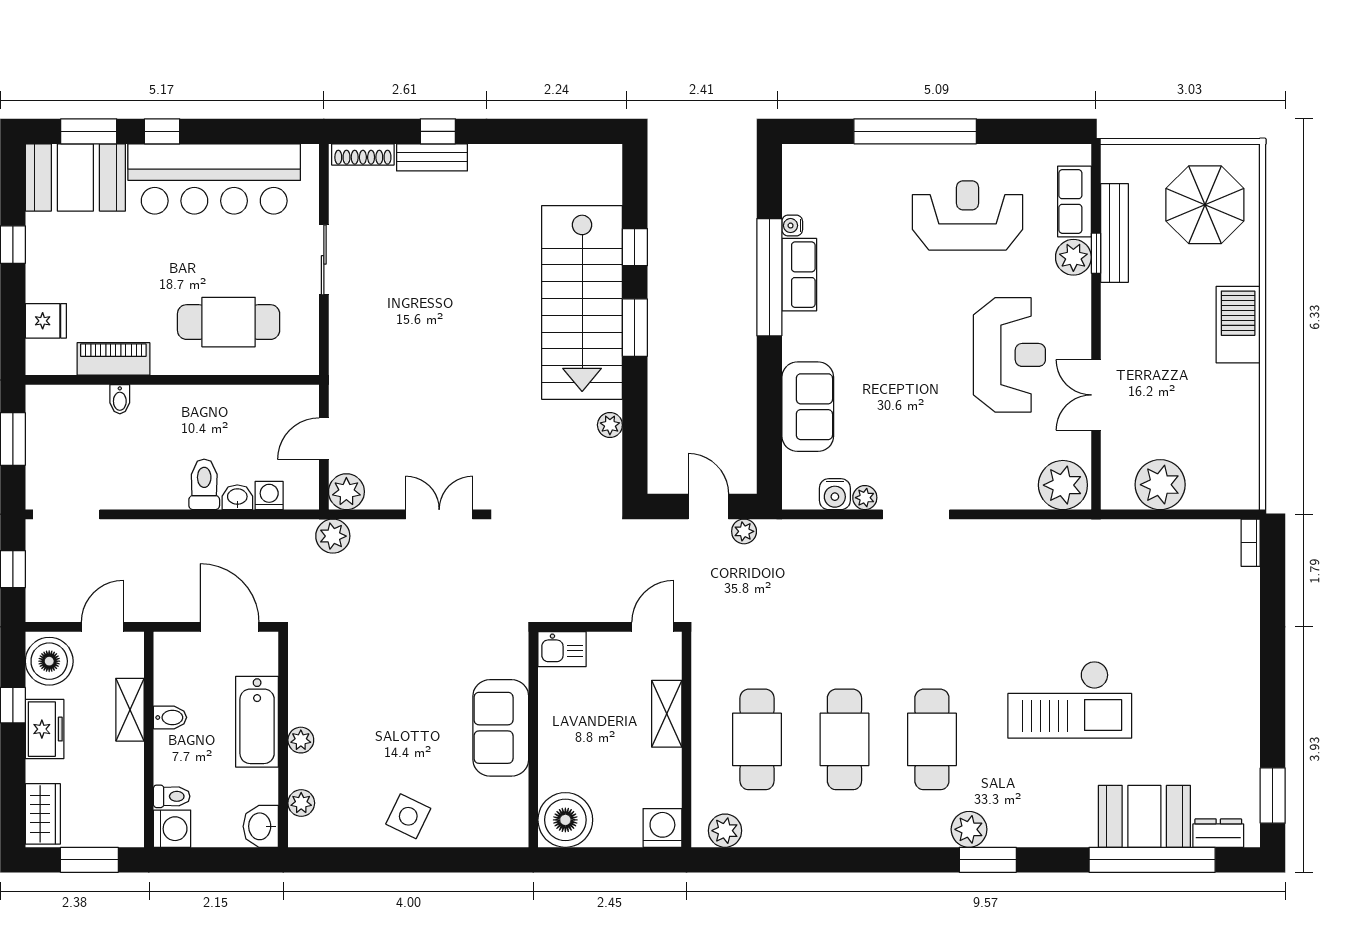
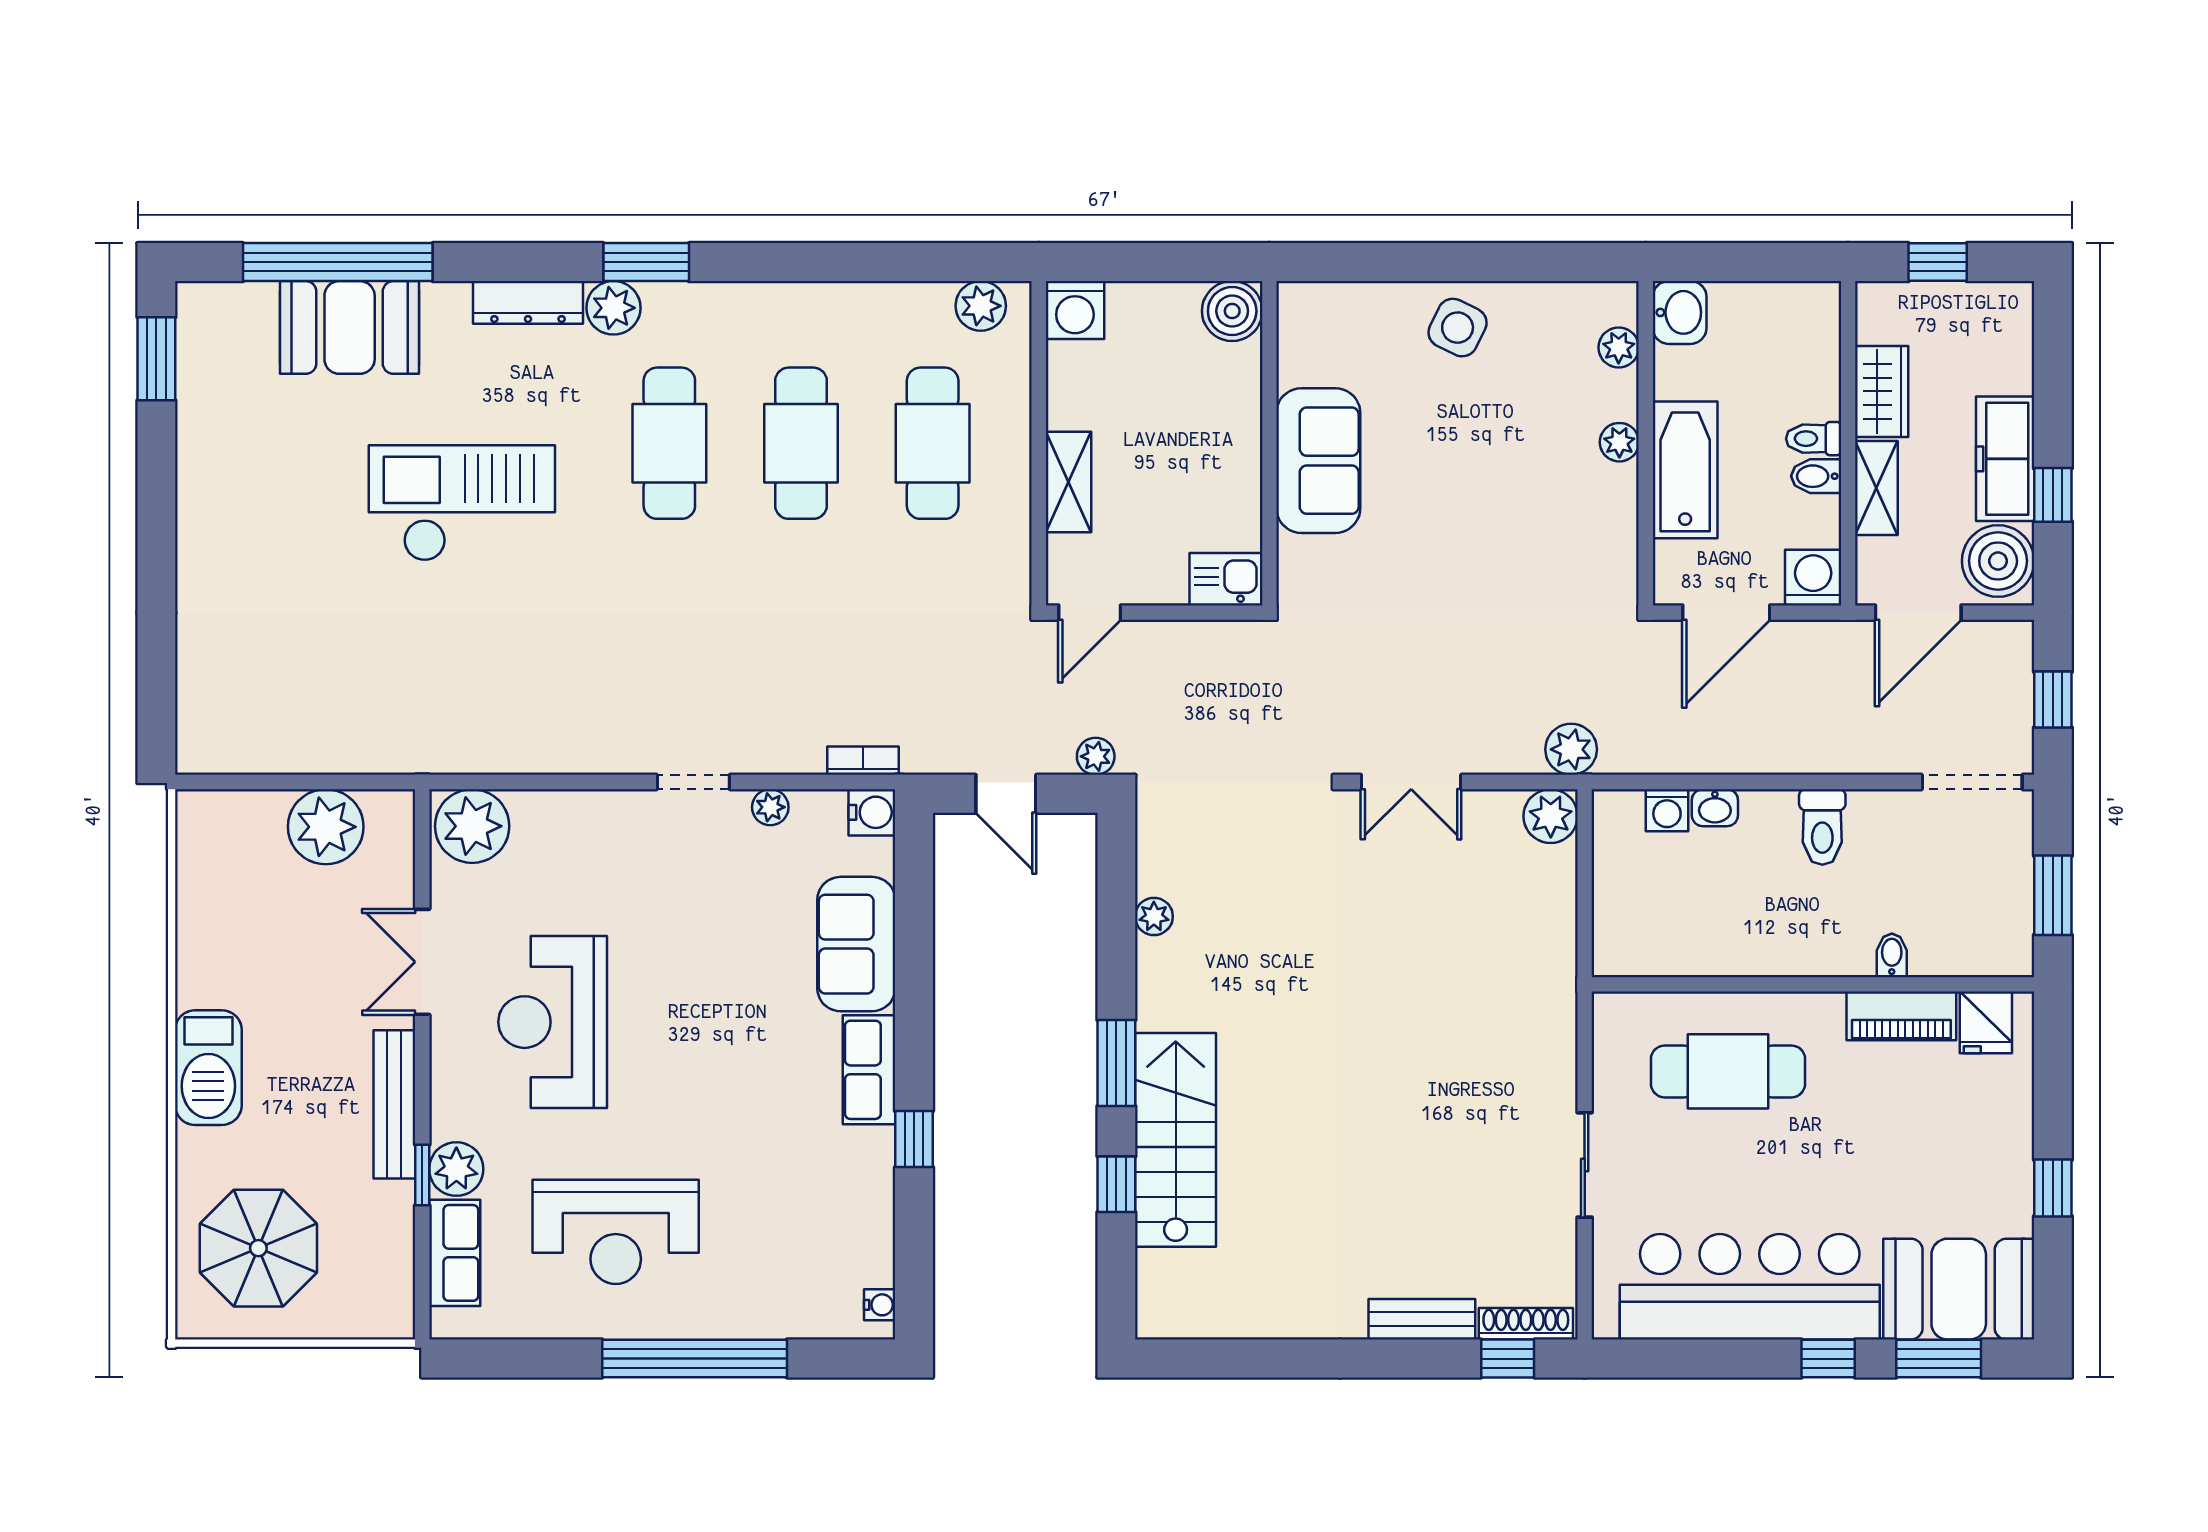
window: (438, 131) -> (1508, 1359), moved
water cooler: (792, 226) -> (880, 1305), moved
bench: (1115, 233) -> (394, 1104), moved
row of seats: (799, 275) -> (869, 1070), moved
window: (769, 277) -> (914, 1139), width x0.32
stairs: (582, 302) -> (1176, 1140), width x0.73, depth x0.66
fridge: (46, 321) -> (1986, 1022), moved, turned -90
double door: (1096, 395) -> (422, 962), swing flipped
door: (324, 439) -> (1585, 896), removed
toilet: (204, 484) -> (1822, 827), moved
water cooler: (835, 494) -> (872, 812), moved, turned 90
doorway: (916, 514) -> (693, 782), width x0.73
plant: (744, 531) -> (1096, 756), moved
bookcase: (1251, 543) -> (863, 761), moved, turned -90
door: (102, 627) -> (1918, 613), width x1.38
door: (230, 627) -> (1726, 613), hinge flipped
freezer: (45, 729) -> (2005, 459), width x1.40
toilet: (172, 796) -> (1814, 439), moved
wardrobe: (43, 814) -> (1882, 391), moved, turned 180
boiler: (565, 820) -> (1232, 311), width x0.73, depth x0.73
washing machine: (172, 829) -> (1813, 578), moved, turned 90
dresser: (1218, 833) -> (528, 302), moved, width x1.44
window: (89, 860) -> (1938, 262), width x0.67
window: (988, 860) -> (646, 262), moved

